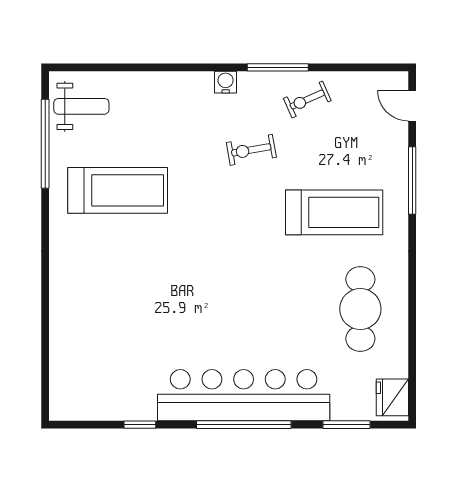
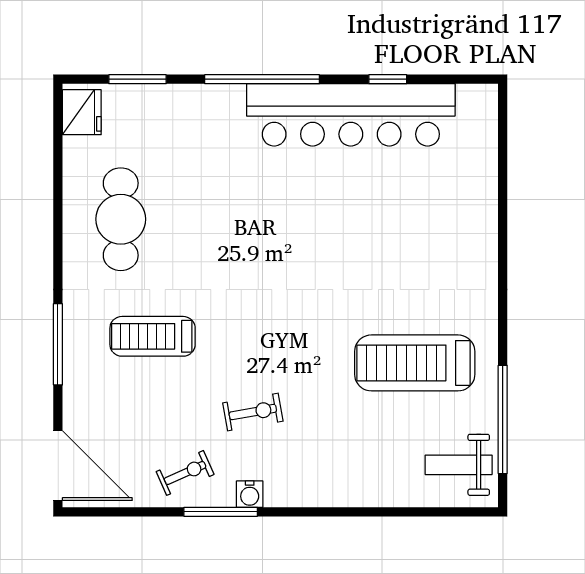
water cooler: (226, 82) -> (250, 494), moved
door: (412, 106) -> (58, 466), width x1.88
window: (412, 181) -> (58, 344), moved
treadmill: (334, 212) -> (153, 336), width x0.73, depth x0.73
bar counter: (244, 395) -> (351, 115), moved

